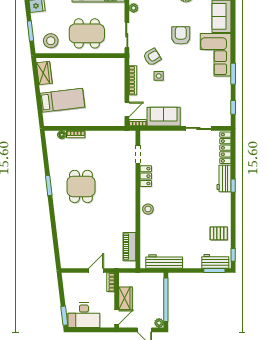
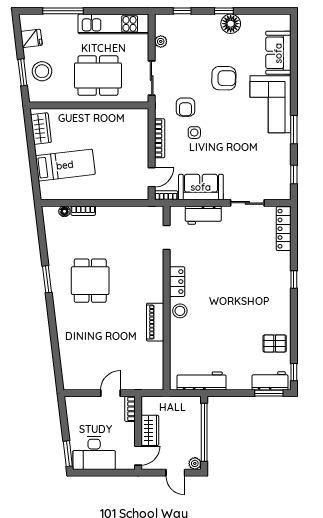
armchair: (181, 35) -> (224, 78), turned 91
stool: (51, 41) -> (42, 71), moved
armchair: (152, 57) -> (185, 107), turned 121
locker: (146, 176) -> (177, 282), moved
workbench: (224, 178) -> (203, 215), moved, turned -90
piano: (129, 247) -> (155, 322), moved

